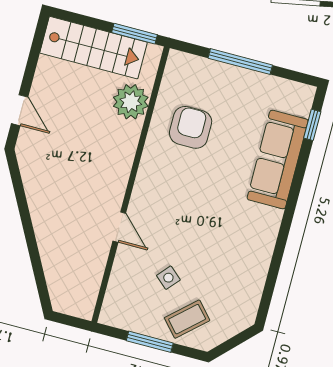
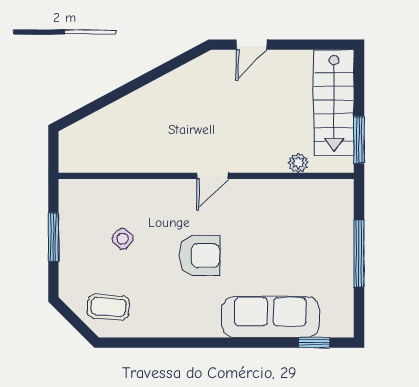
plant: (131, 102) -> (298, 163), width x0.53, depth x0.53
armchair: (191, 127) -> (200, 255), moved
door: (119, 227) -> (212, 176), moved
coffee table: (187, 319) -> (108, 307), moved, turned -44

